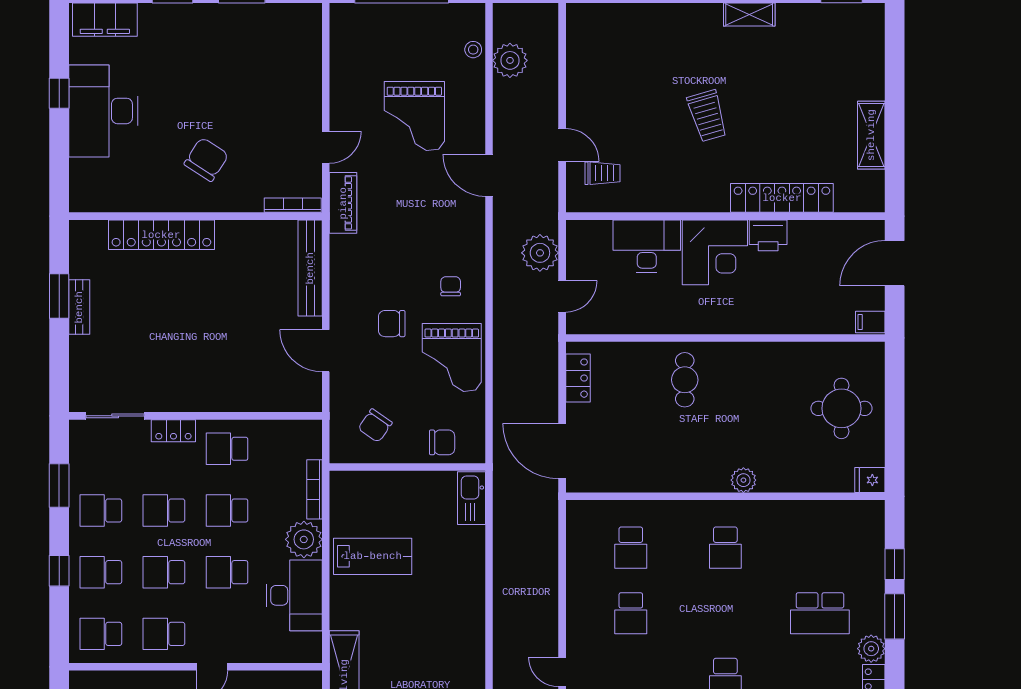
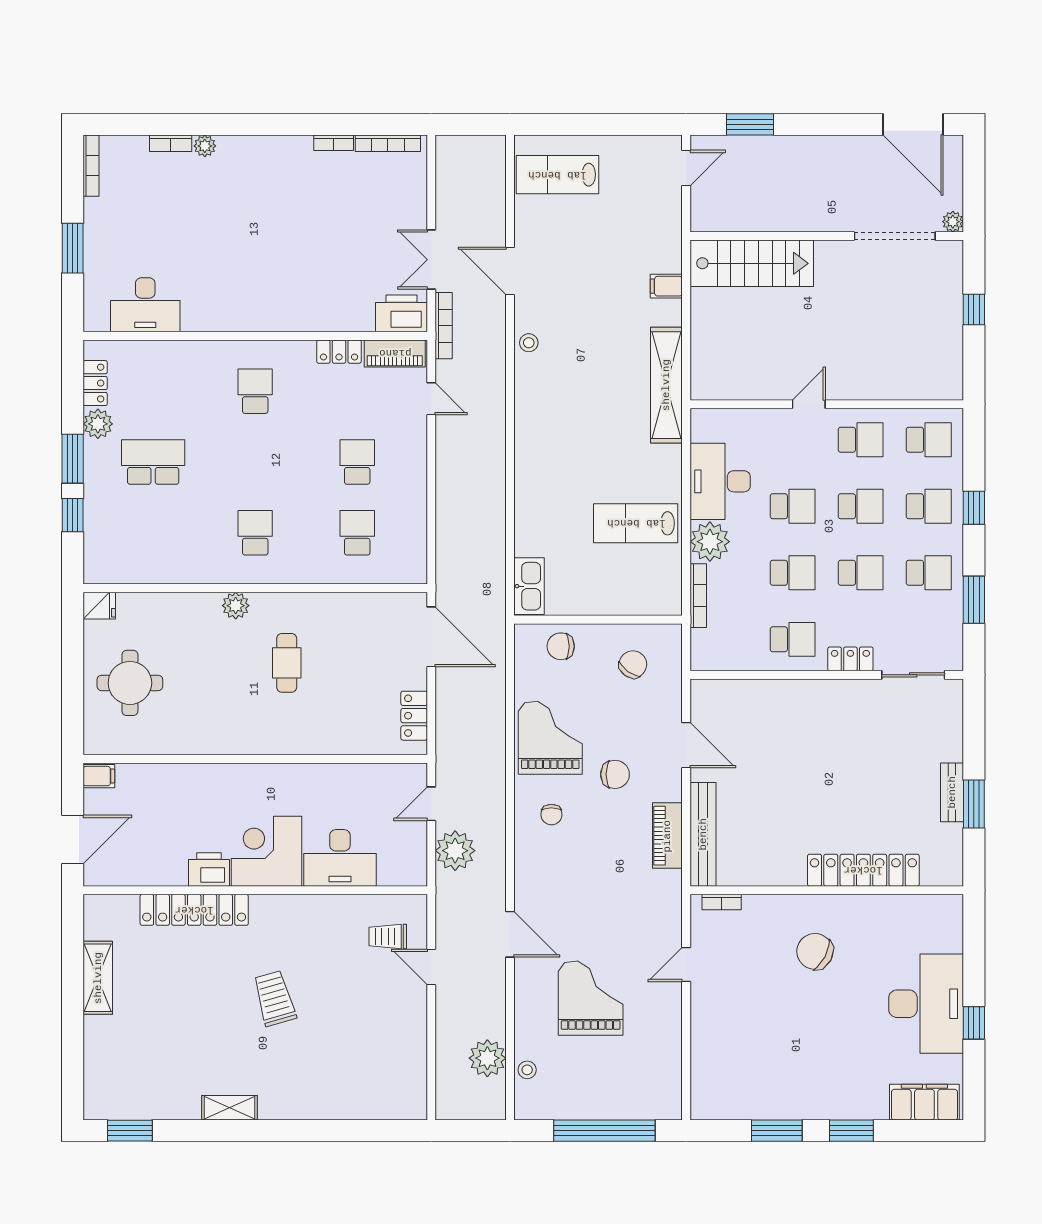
chair: (206, 159) -> (815, 951), turned 85
piano: (343, 203) -> (667, 836), moved
bookcase: (293, 205) -> (722, 902), width x0.64
cafe table: (685, 380) -> (287, 663), moved

